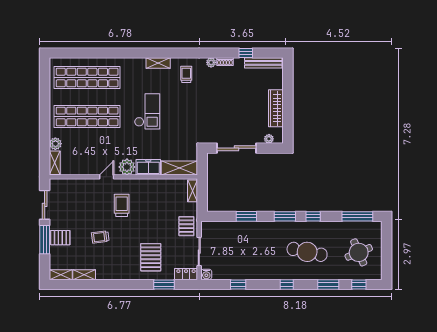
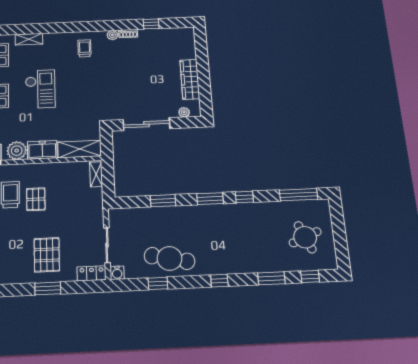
shelving: (158, 63) -> (29, 39), moved
bench: (263, 63) -> (172, 33), removed
pallet: (186, 226) -> (36, 199), moved
cafe table: (307, 252) -> (170, 258), moved
window: (164, 284) -> (48, 288), moved

